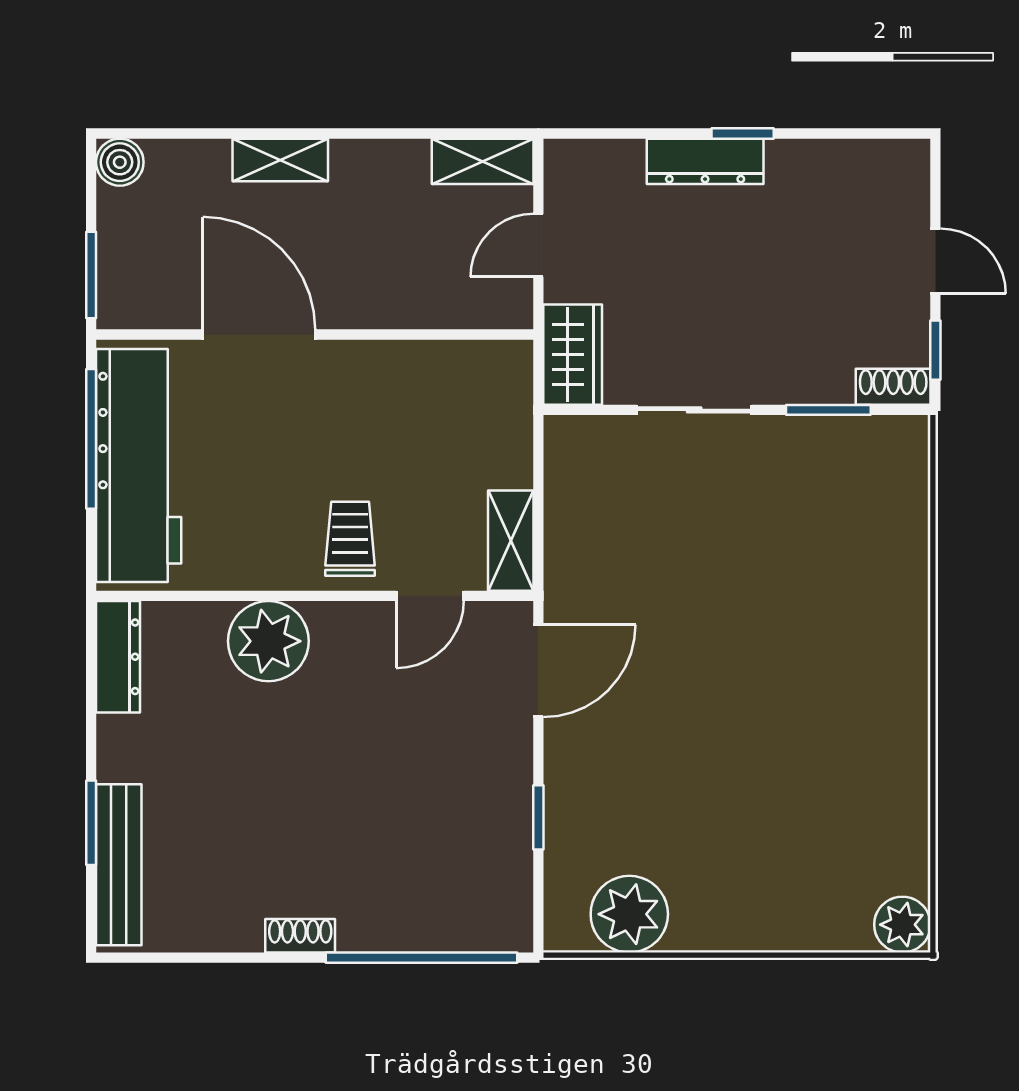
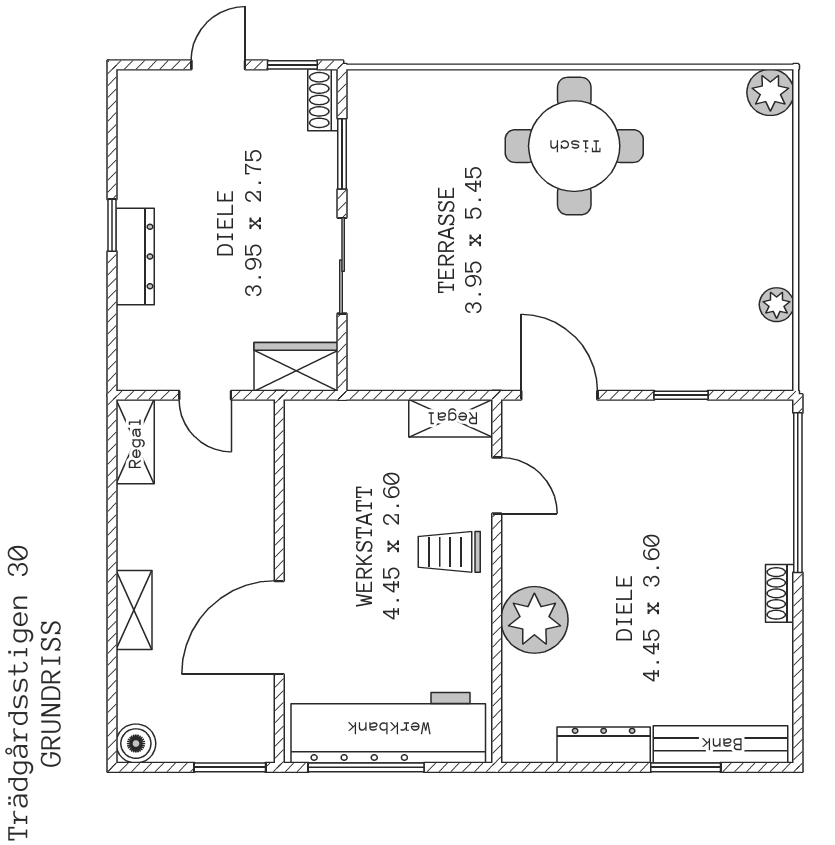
dresser: (118, 657) -> (604, 745), moved
round table: (838, 689) -> (574, 146), added
plant: (629, 914) -> (777, 305), width x0.53, depth x0.53

